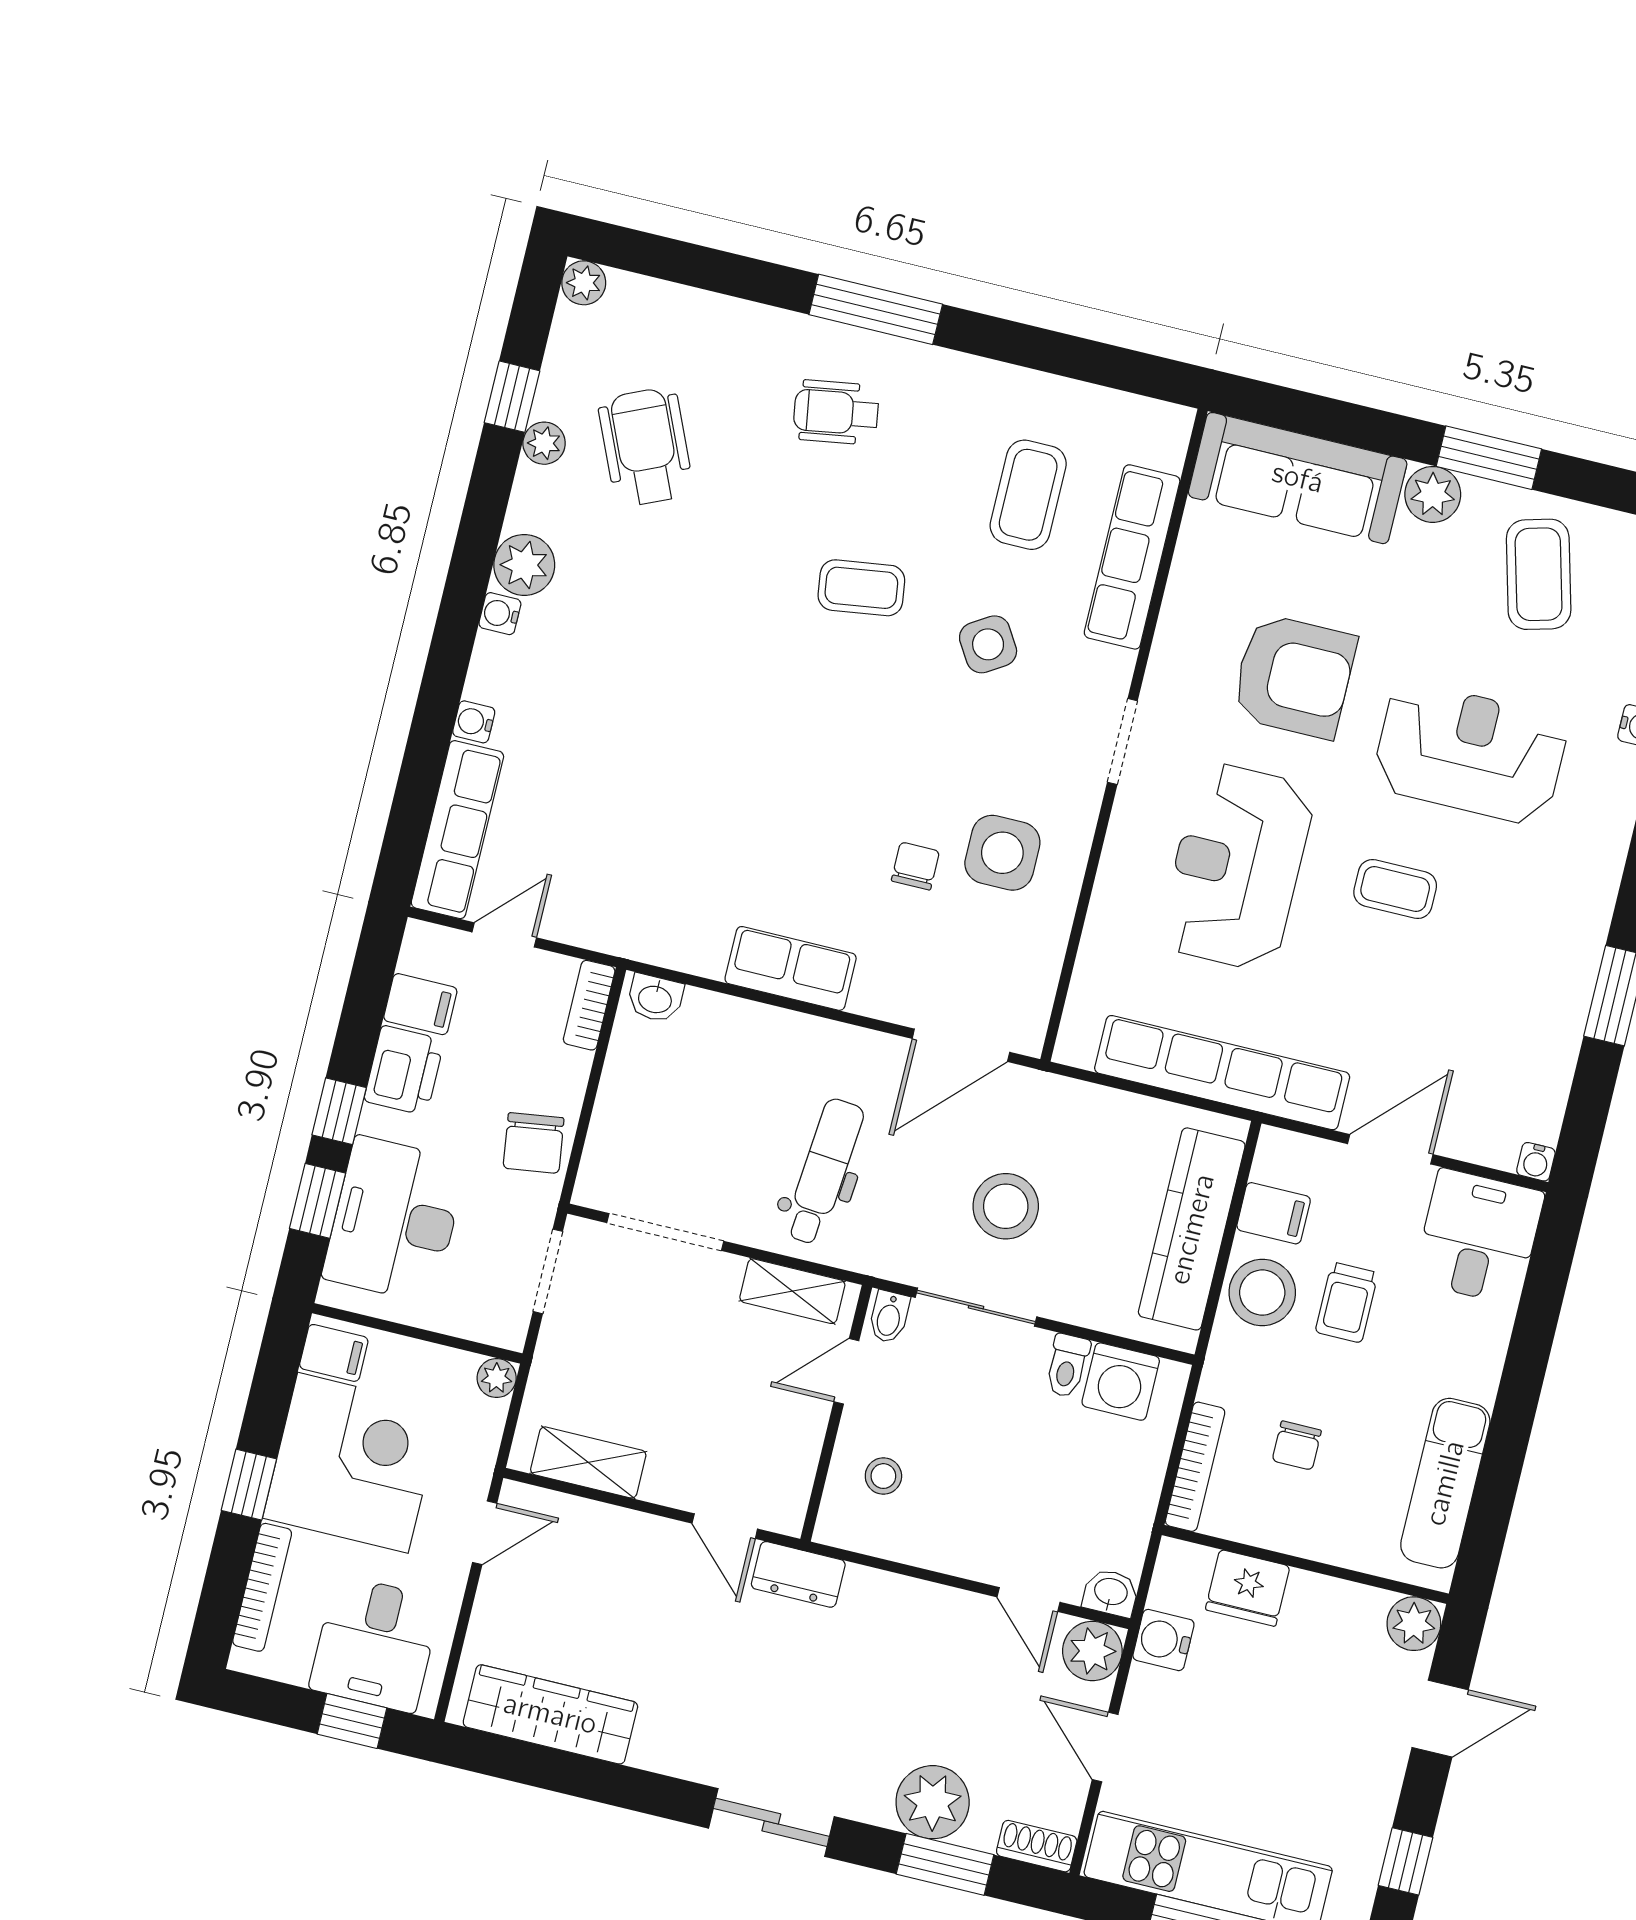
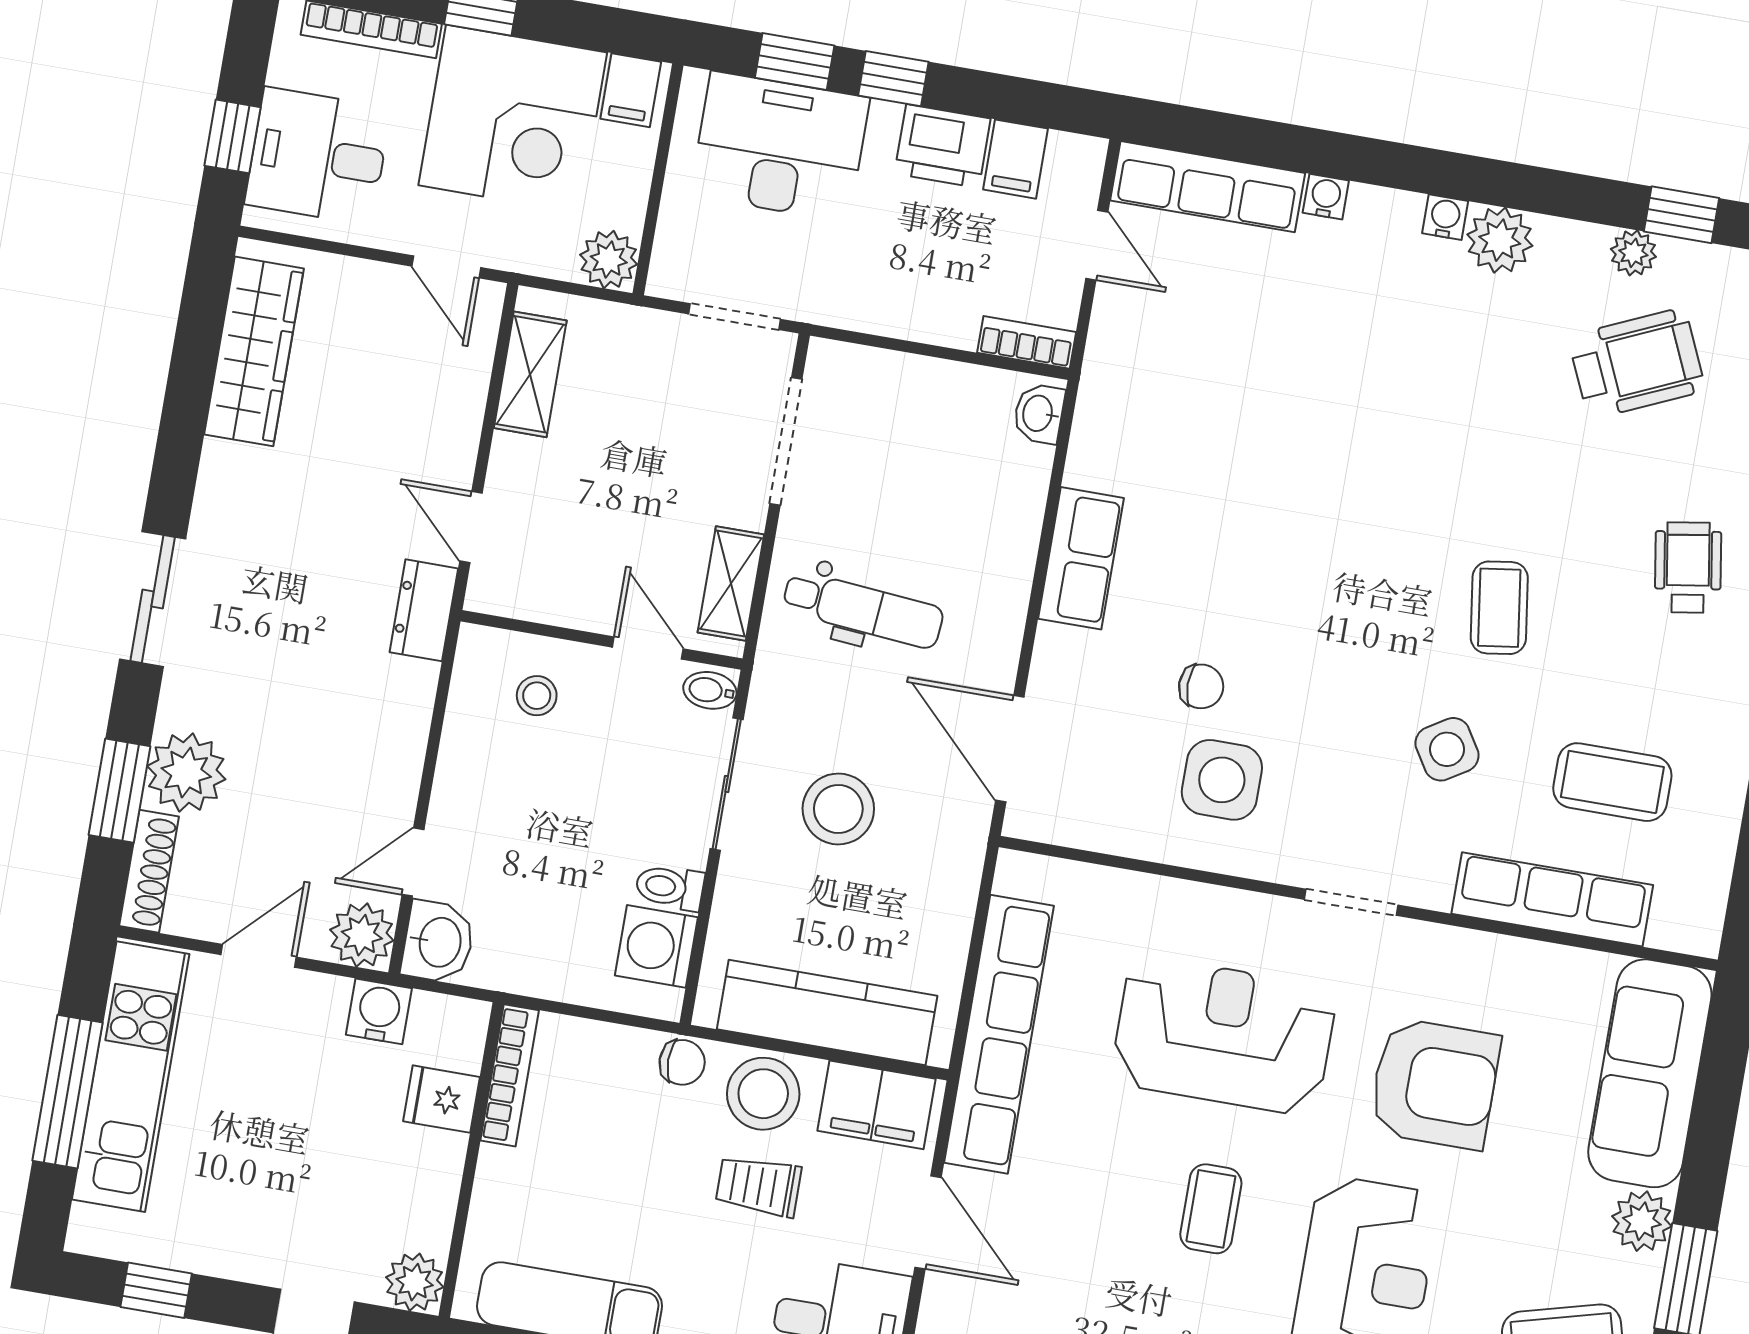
armchair: (1294, 676) -> (1435, 1084), turned -90
chair: (534, 1143) -> (873, 292), removed
filing cabinet: (1274, 1213) -> (877, 1105), width x2.00
plant: (497, 1378) -> (609, 260), width x1.38, depth x1.38
chair: (1297, 1445) -> (682, 1062), moved, turned 180
bookcase: (1195, 1467) -> (510, 1075), moved, turned -90
door: (725, 1526) -> (471, 527), hinge flipped
fridge: (1248, 1588) -> (442, 1099), width x0.72
washbasin: (1111, 1593) -> (438, 942), width x1.38, depth x1.45
shoe rack: (1037, 1846) -> (149, 871), width x1.43

